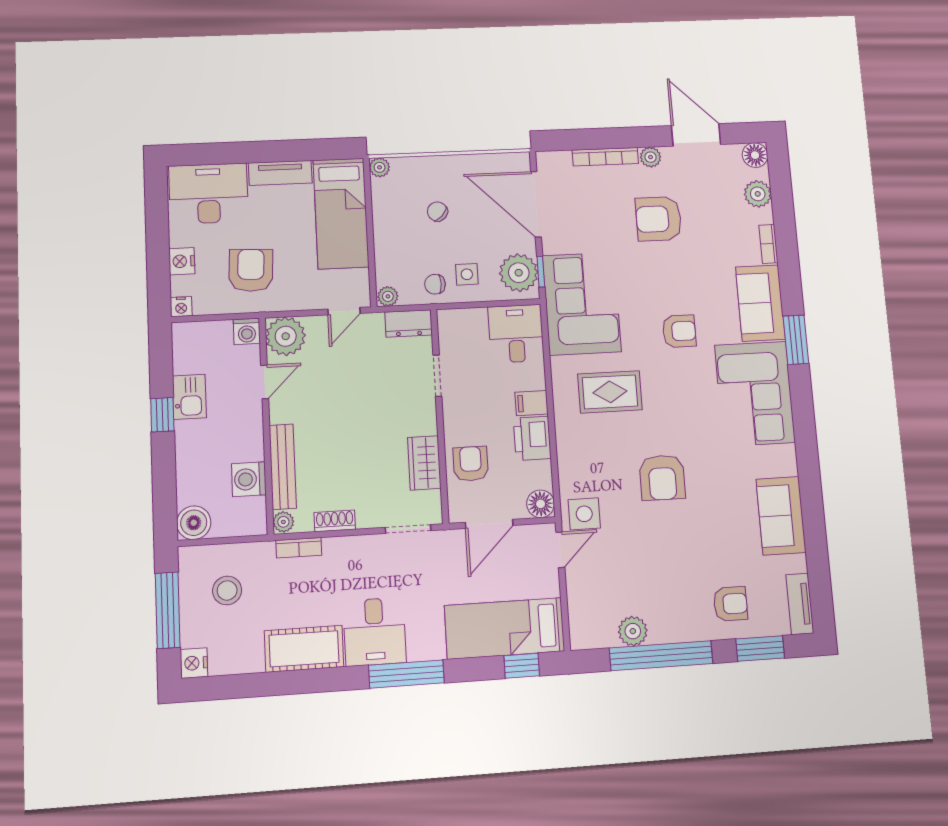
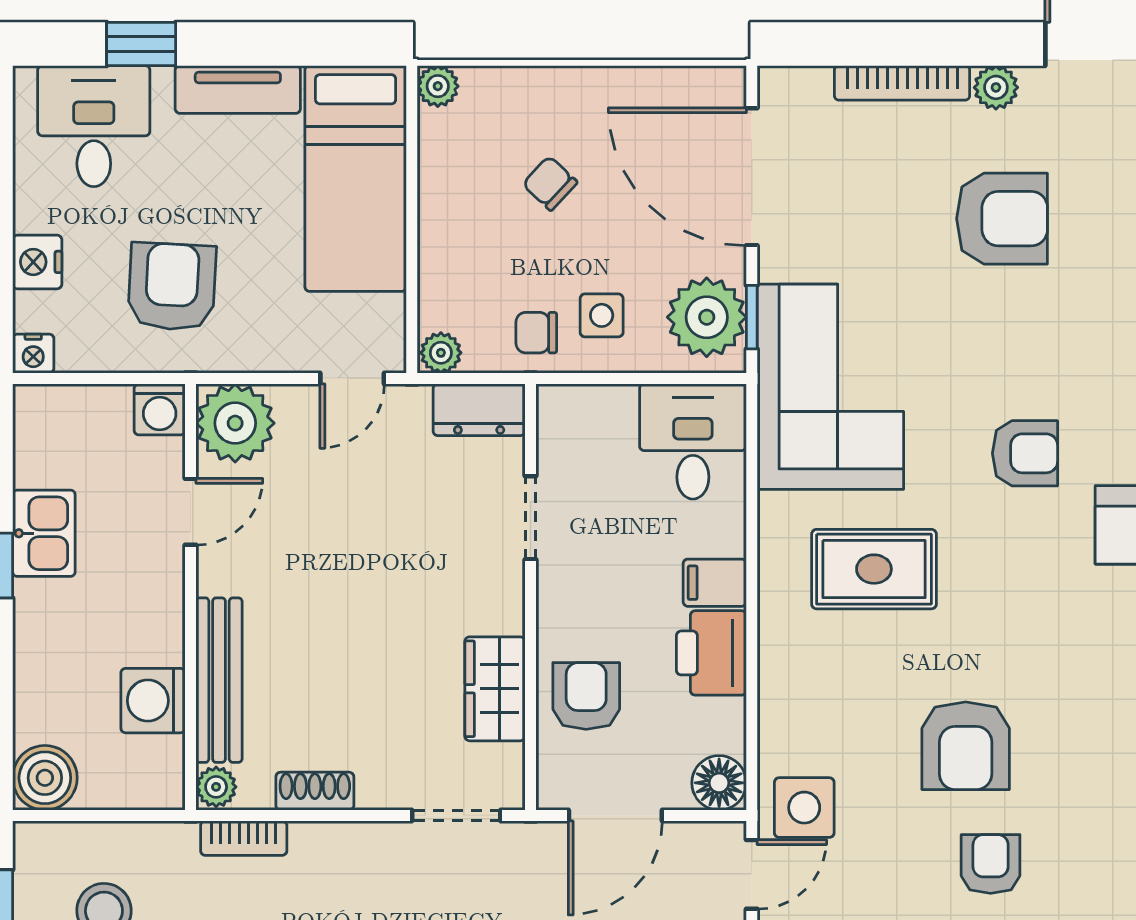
window: (231, 153) -> (141, 44), added
desk: (208, 194) -> (94, 126), width x0.73
armchair: (659, 219) -> (1002, 219), turned 180
armchair: (679, 537) -> (991, 864), added

